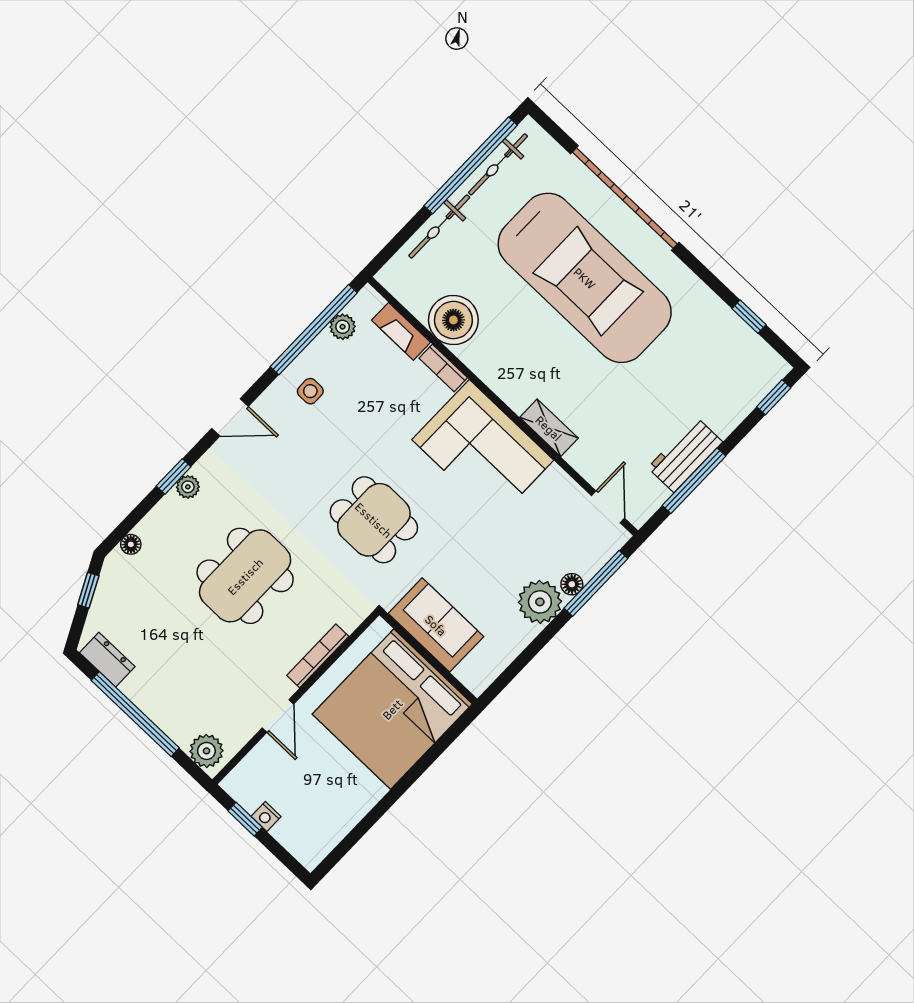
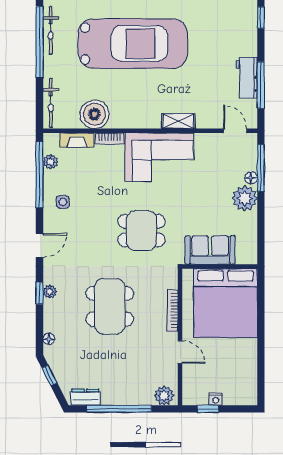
bicycle: (439, 227) -> (51, 103), moved

